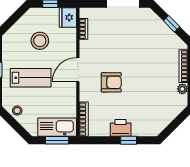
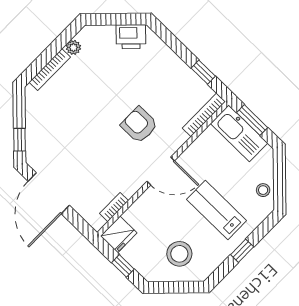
window: (172, 24) -> (20, 140), moved
stool: (40, 41) -> (179, 254), moved
printer: (121, 128) -> (131, 37), moved, turned -45
window: (129, 140) -> (203, 72), moved

